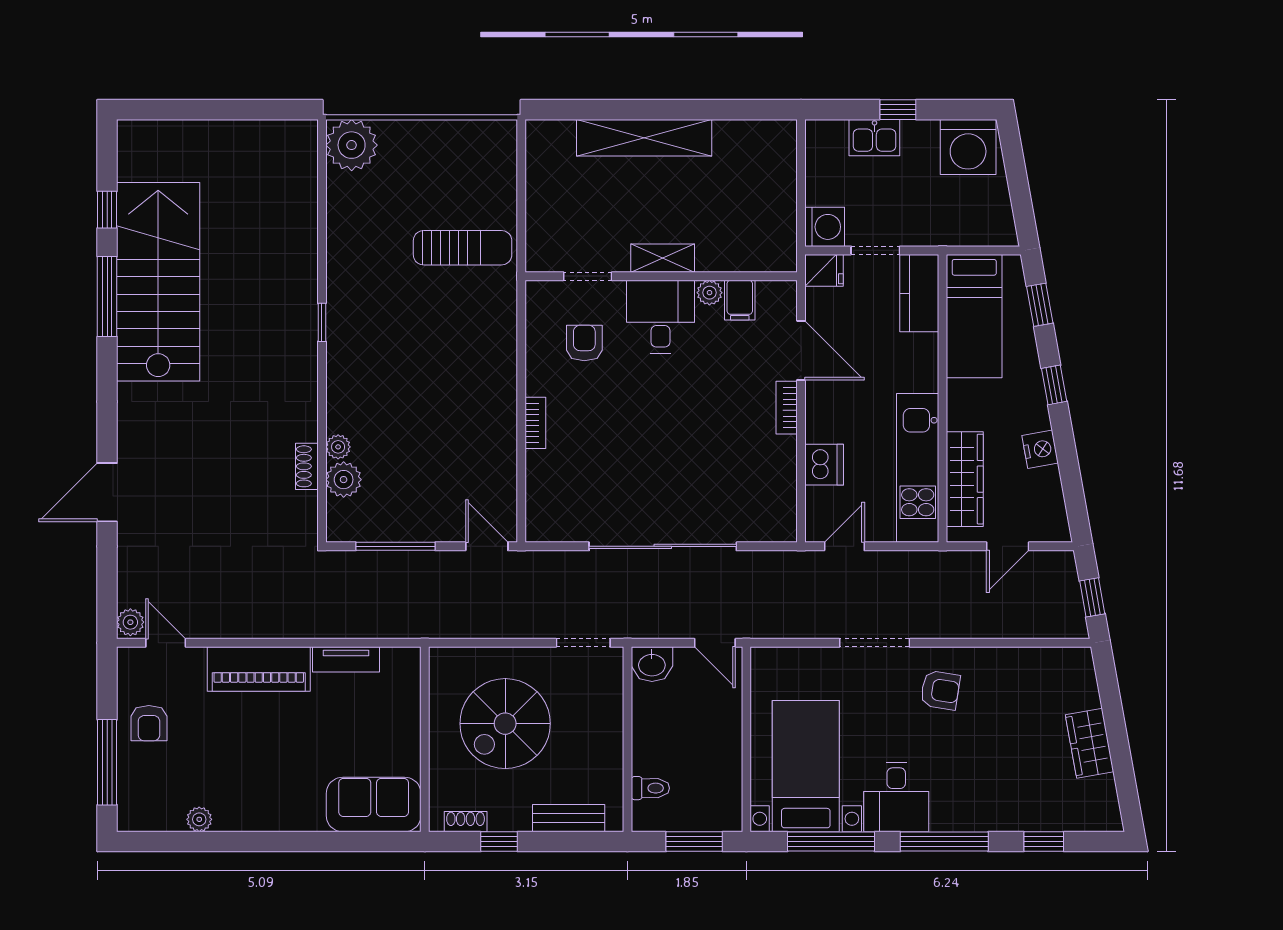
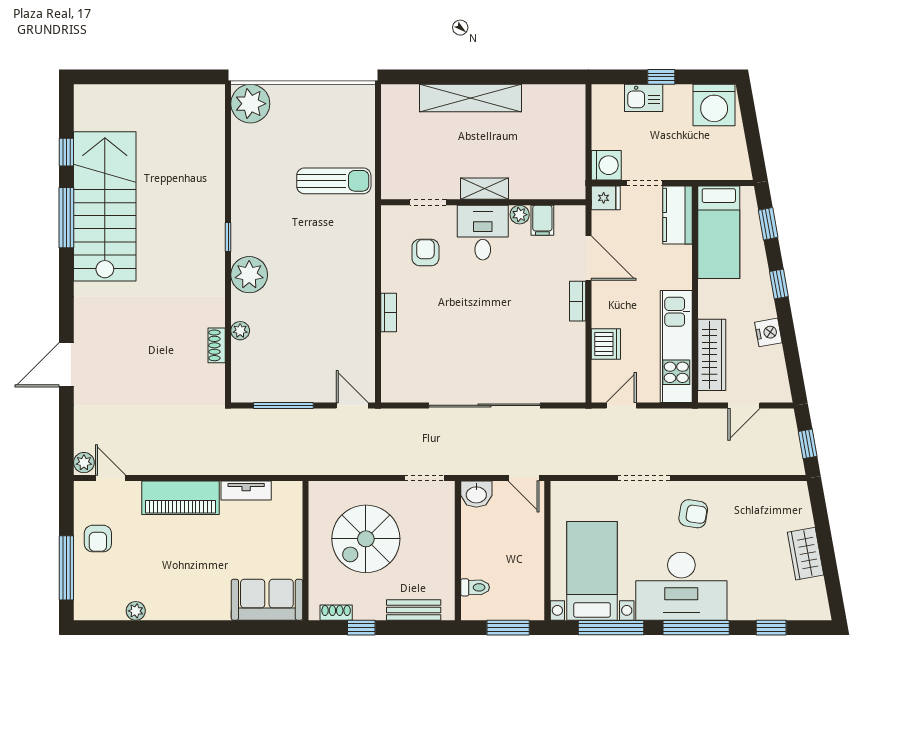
plant: (344, 480) -> (249, 275), moved, width x1.36, depth x1.36
desk: (896, 797) -> (681, 586), width x1.87, depth x1.30

